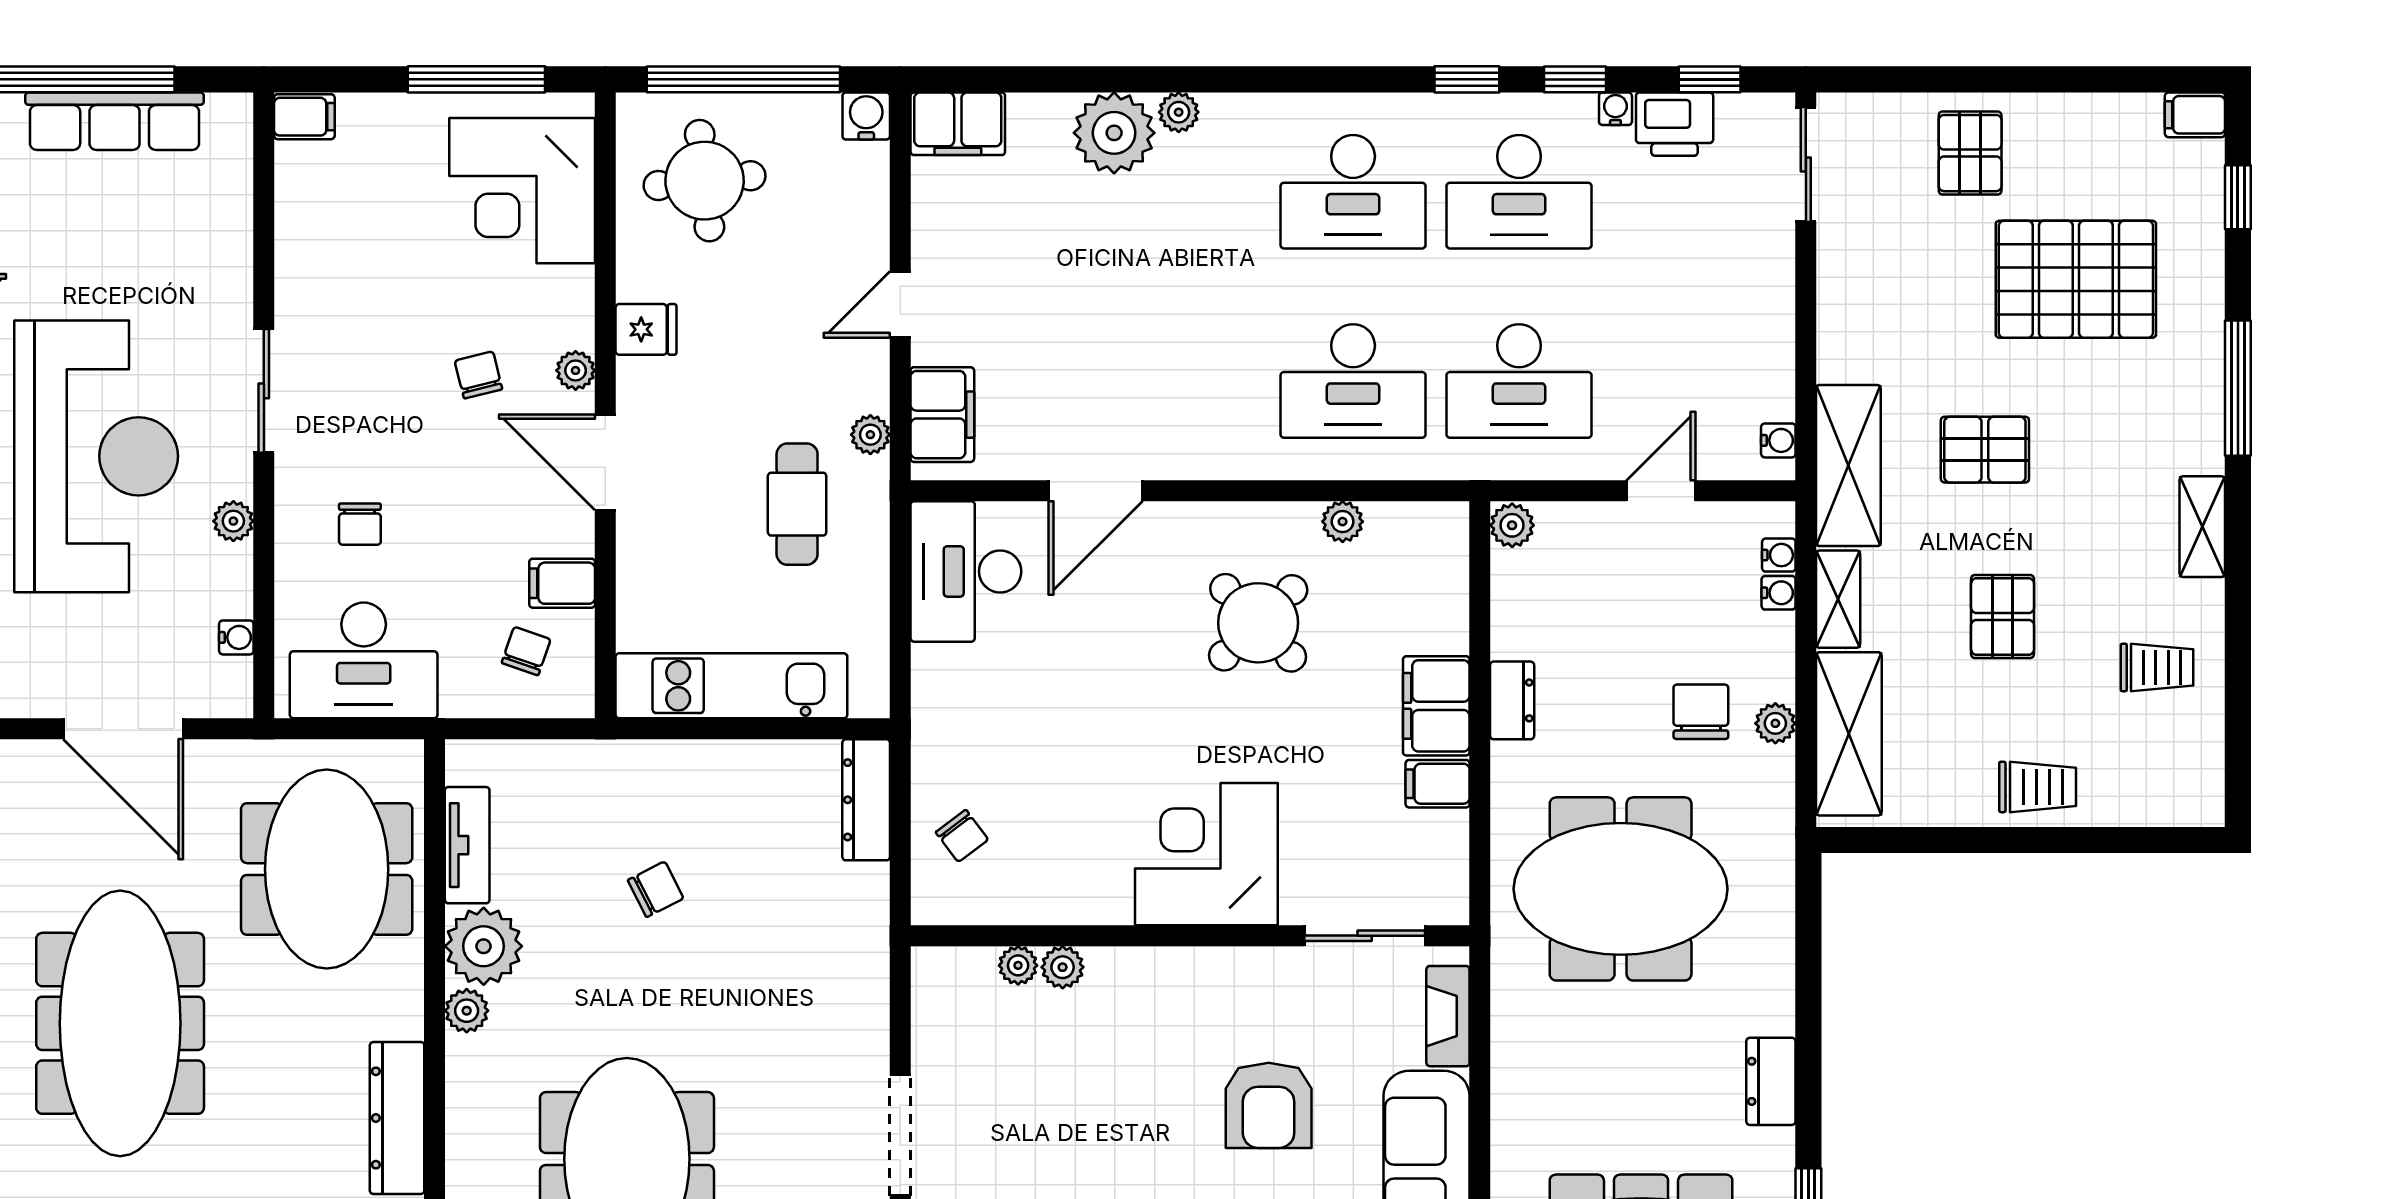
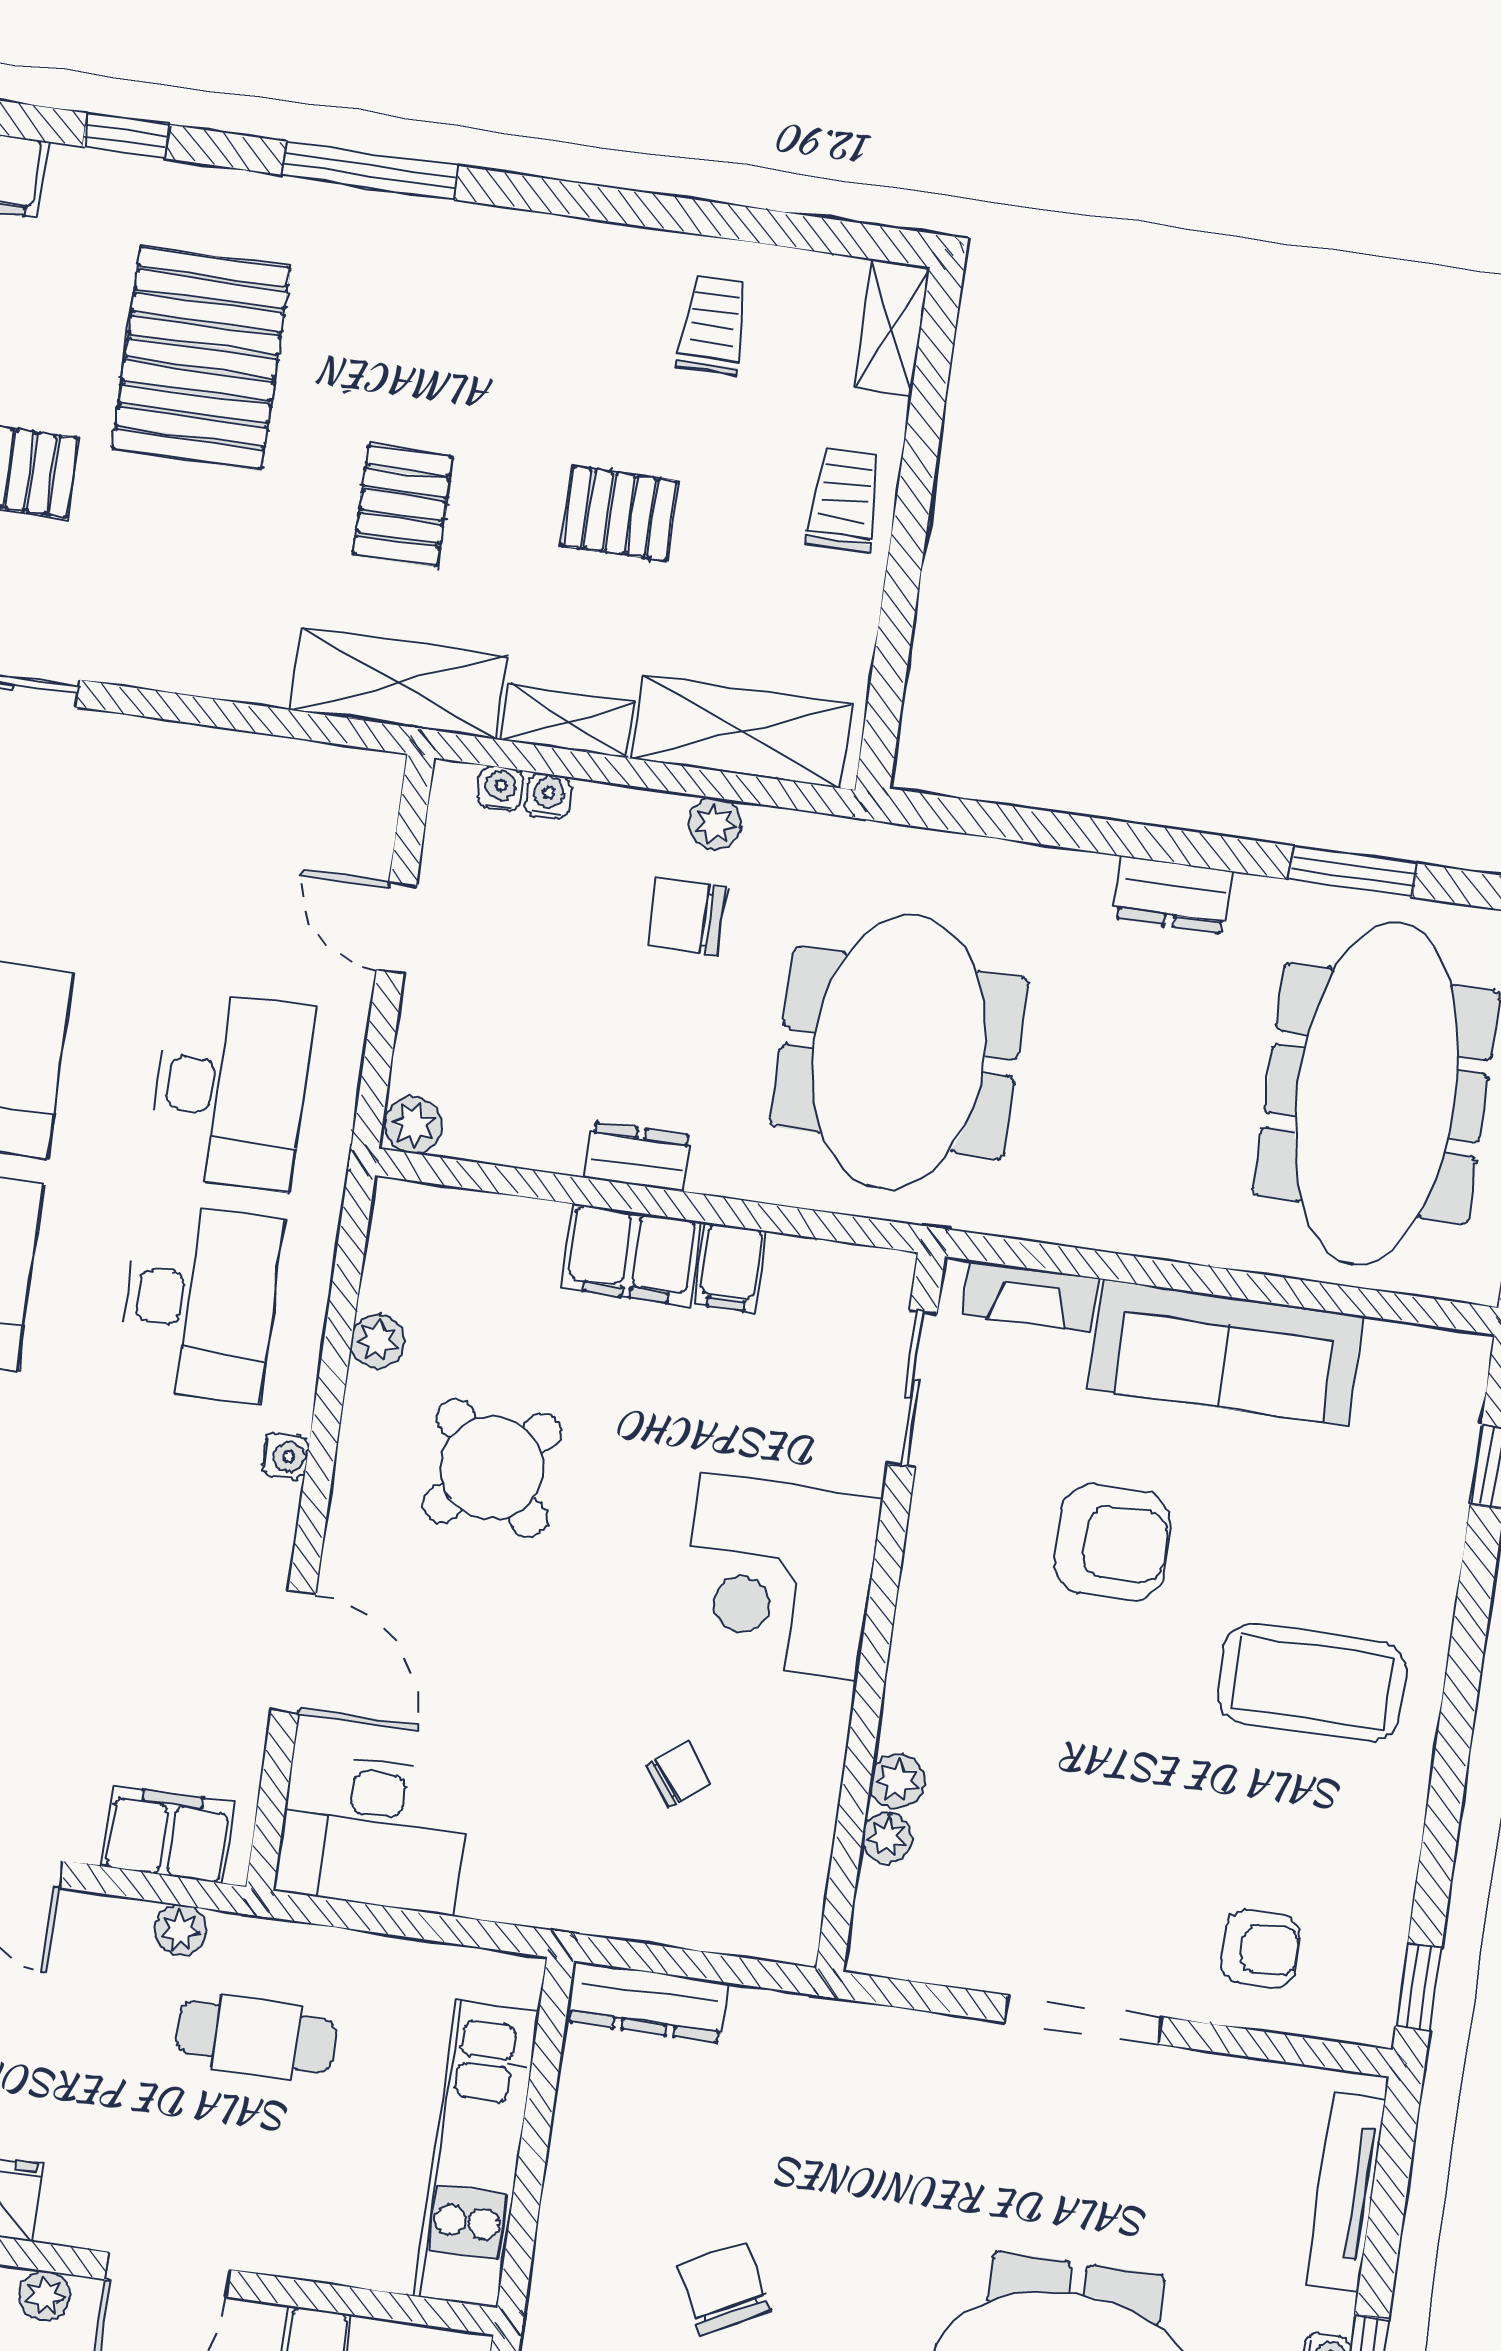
water cooler: (1778, 440) -> (285, 1456), moved, turned 90
shelving: (2202, 527) -> (892, 327), moved, turned 90
chair: (962, 836) -> (678, 1774), moved
chair: (656, 889) -> (724, 2288), width x1.37, depth x1.37

